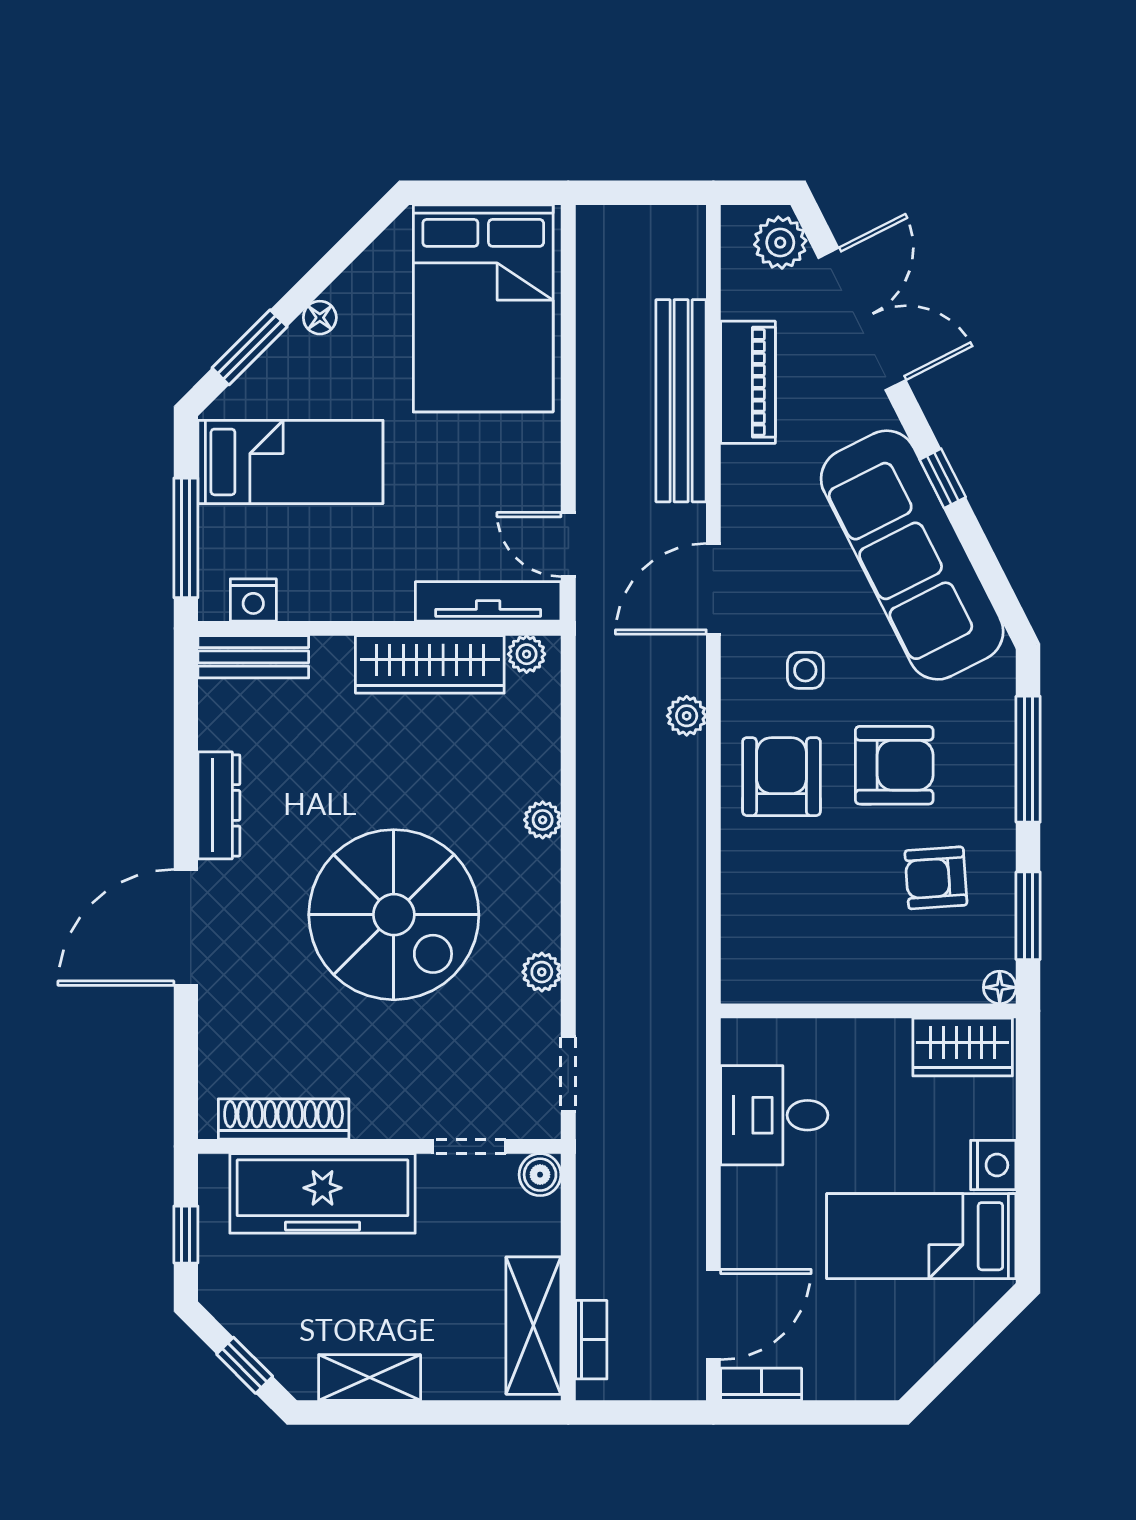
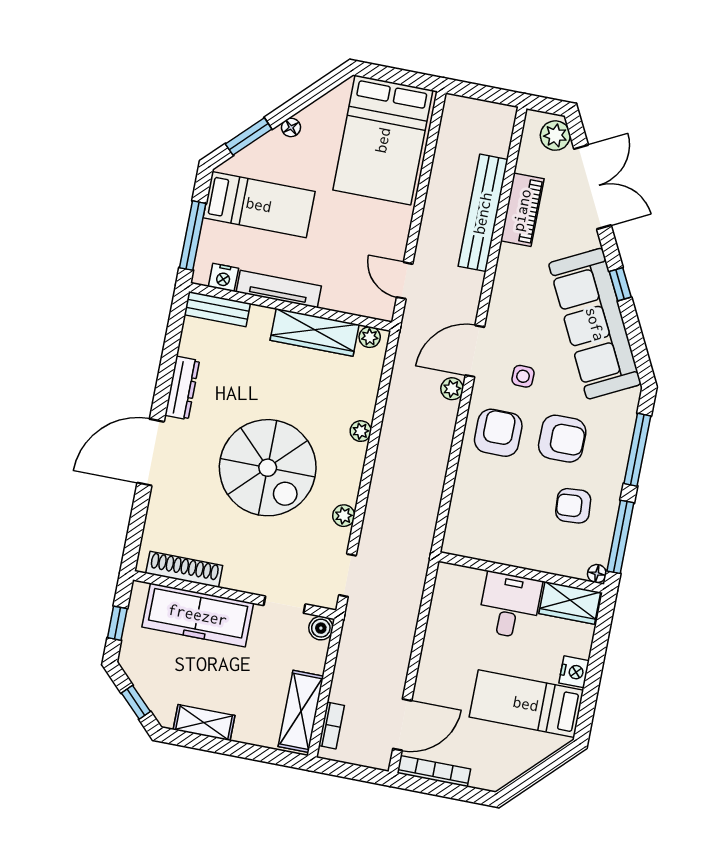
door: (713, 589) -> (475, 351), moved
tv unit: (488, 601) -> (279, 289), moved
window: (1028, 916) -> (620, 537), width x1.44
desk: (774, 1115) -> (510, 605), moved, turned 90
bookcase: (761, 1384) -> (434, 771), width x1.56

